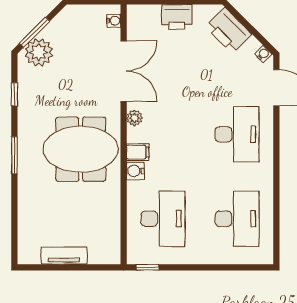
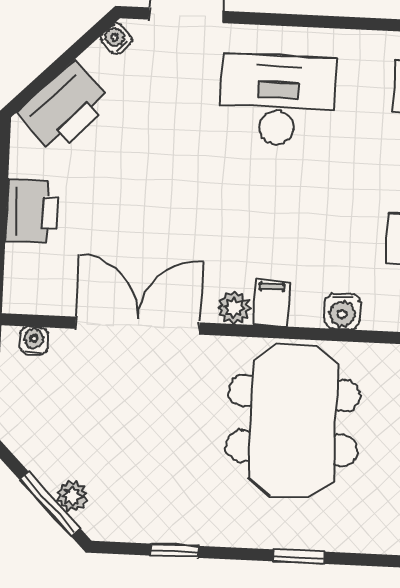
plant: (39, 52) -> (72, 496), width x0.53, depth x0.53
filing cabinet: (138, 152) -> (271, 303), moved
window: (14, 155) -> (299, 557), width x0.67

